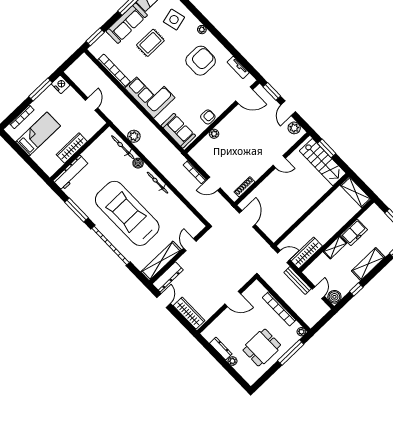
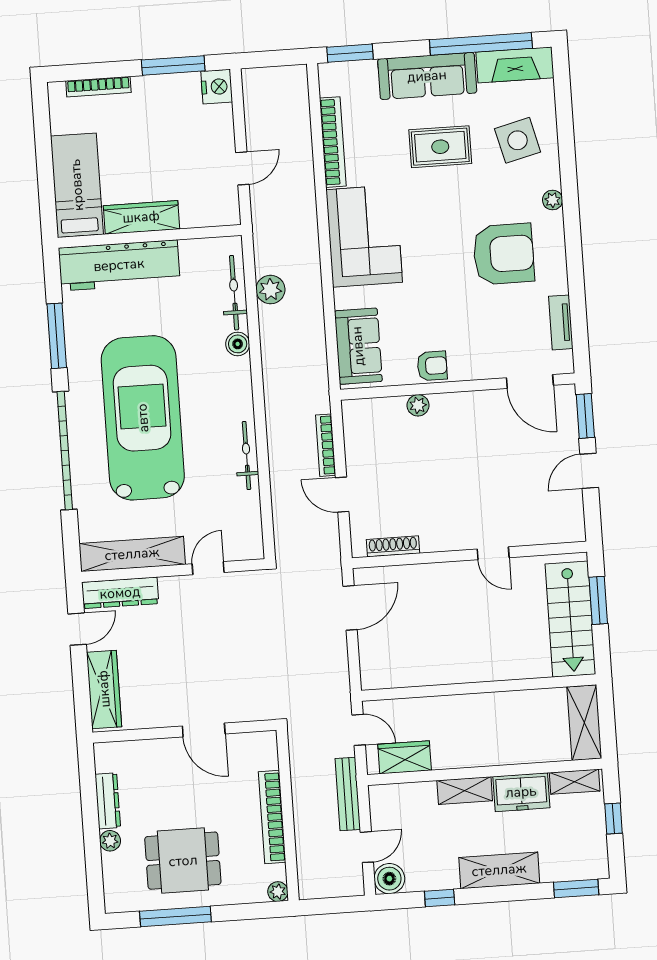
plant: (294, 128) -> (571, 515), removed
bed: (38, 134) -> (77, 185), moved, turned -90
workbench: (71, 173) -> (119, 265), width x1.36, depth x1.32
bicycle: (157, 183) -> (246, 456), moved
shelving: (369, 214) -> (575, 782), added
wardrobe: (306, 253) -> (405, 757), width x0.67
window: (291, 353) -> (175, 916), moved

